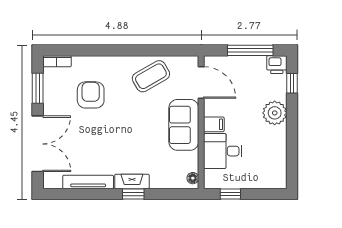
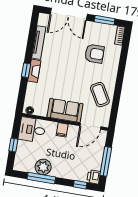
plant: (275, 113) -> (43, 167), moved
window: (292, 143) -> (41, 178), added
desk: (223, 151) -> (32, 130), moved, turned -90
window: (230, 194) -> (13, 145), moved

